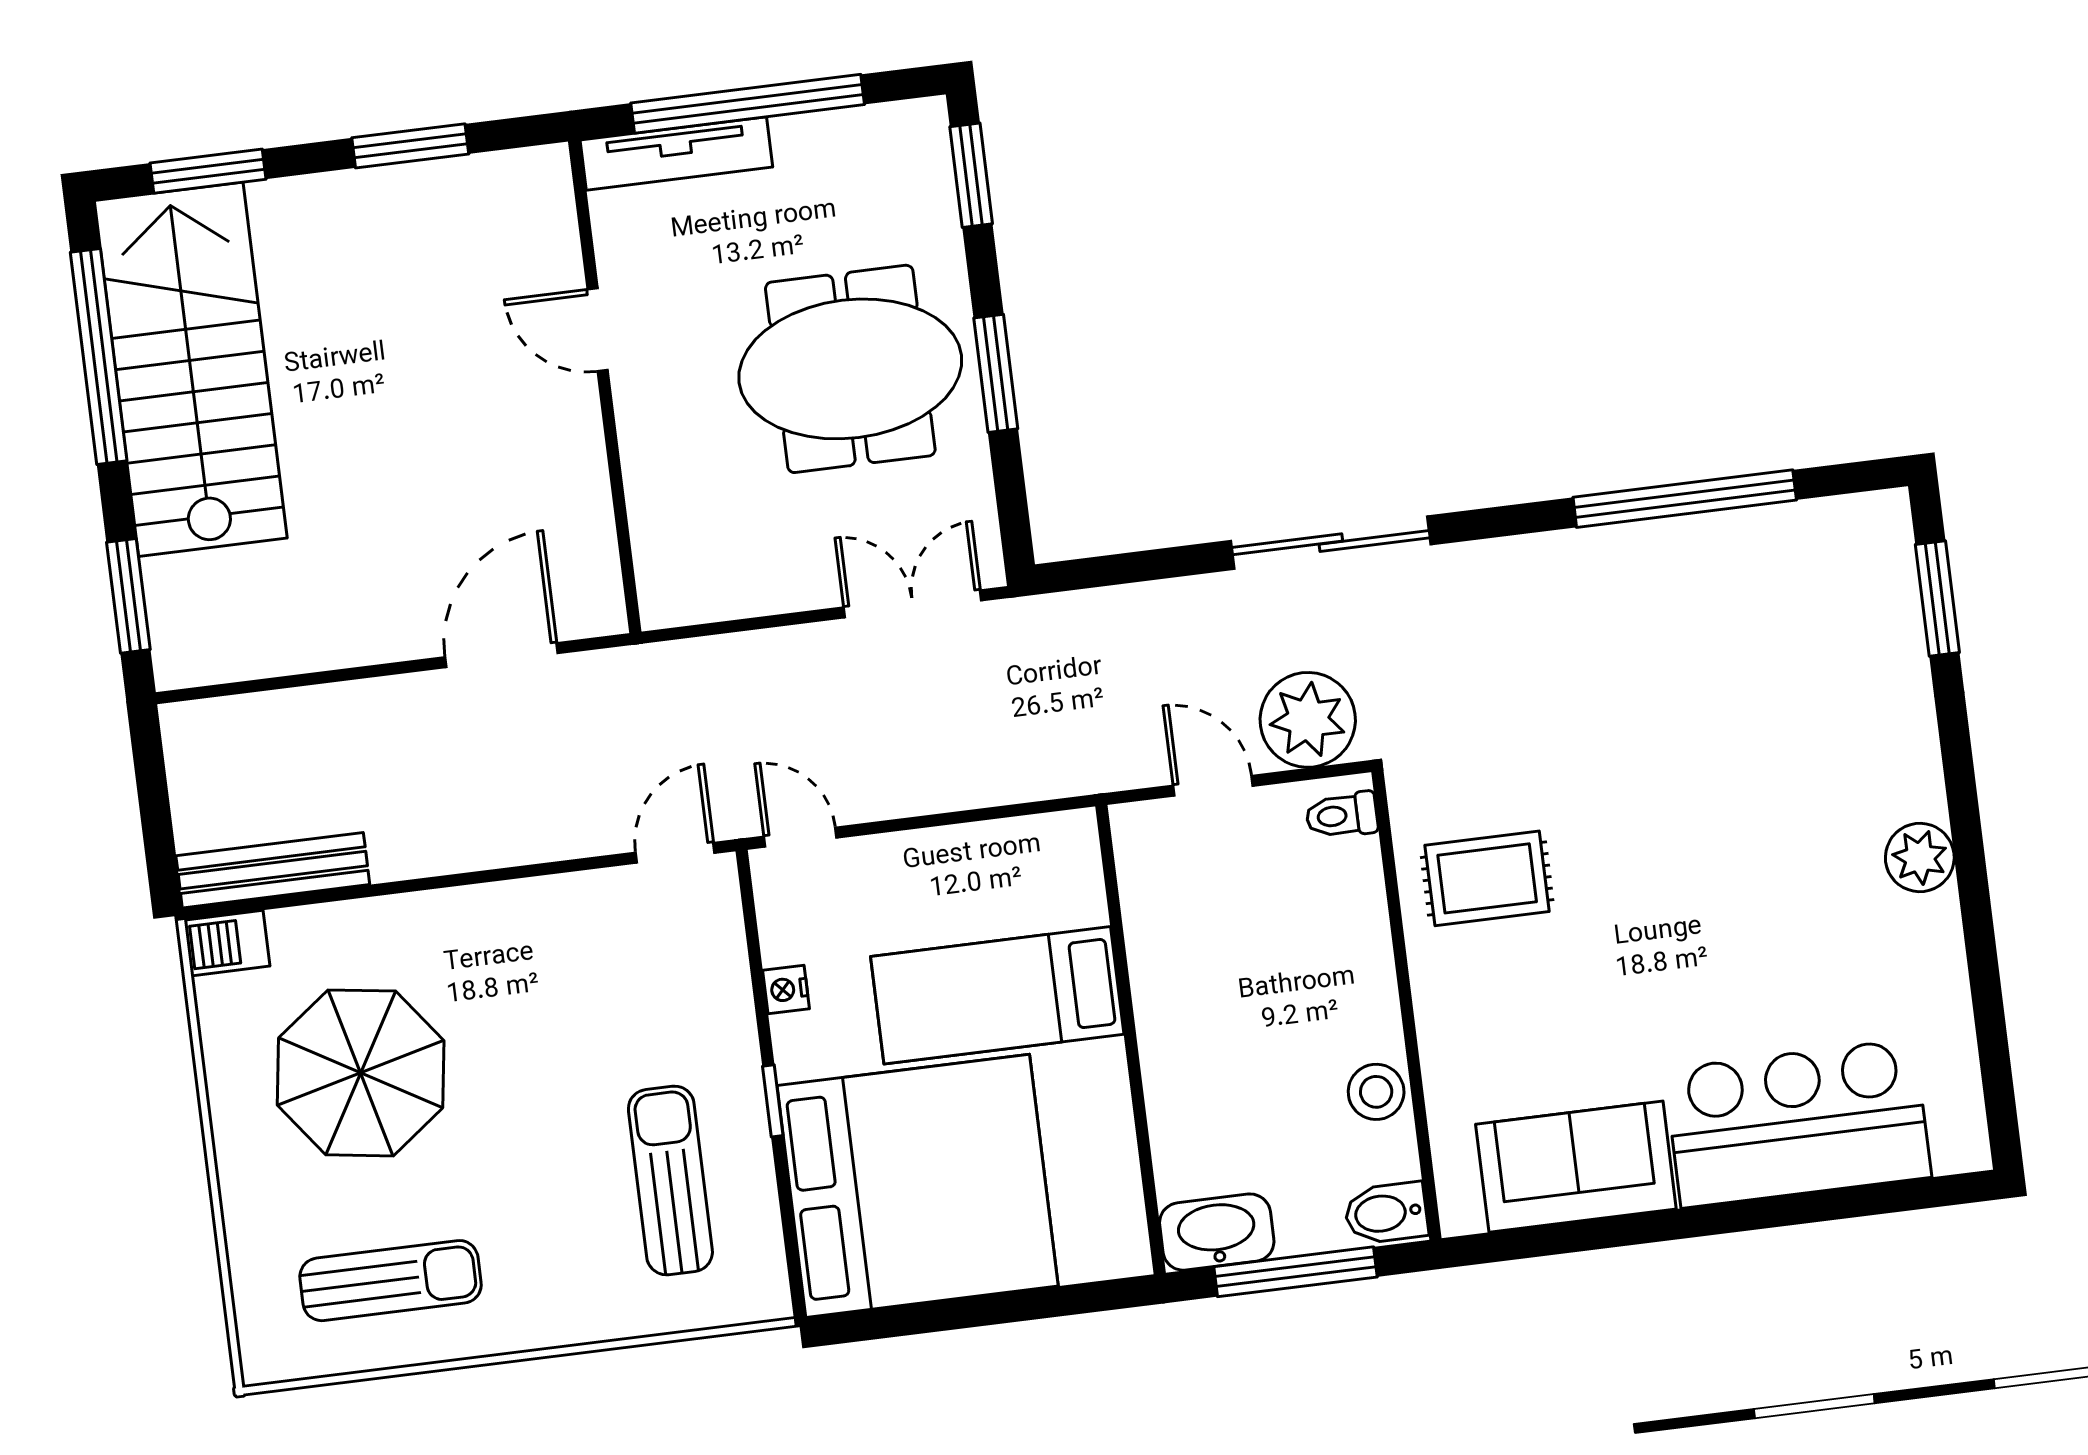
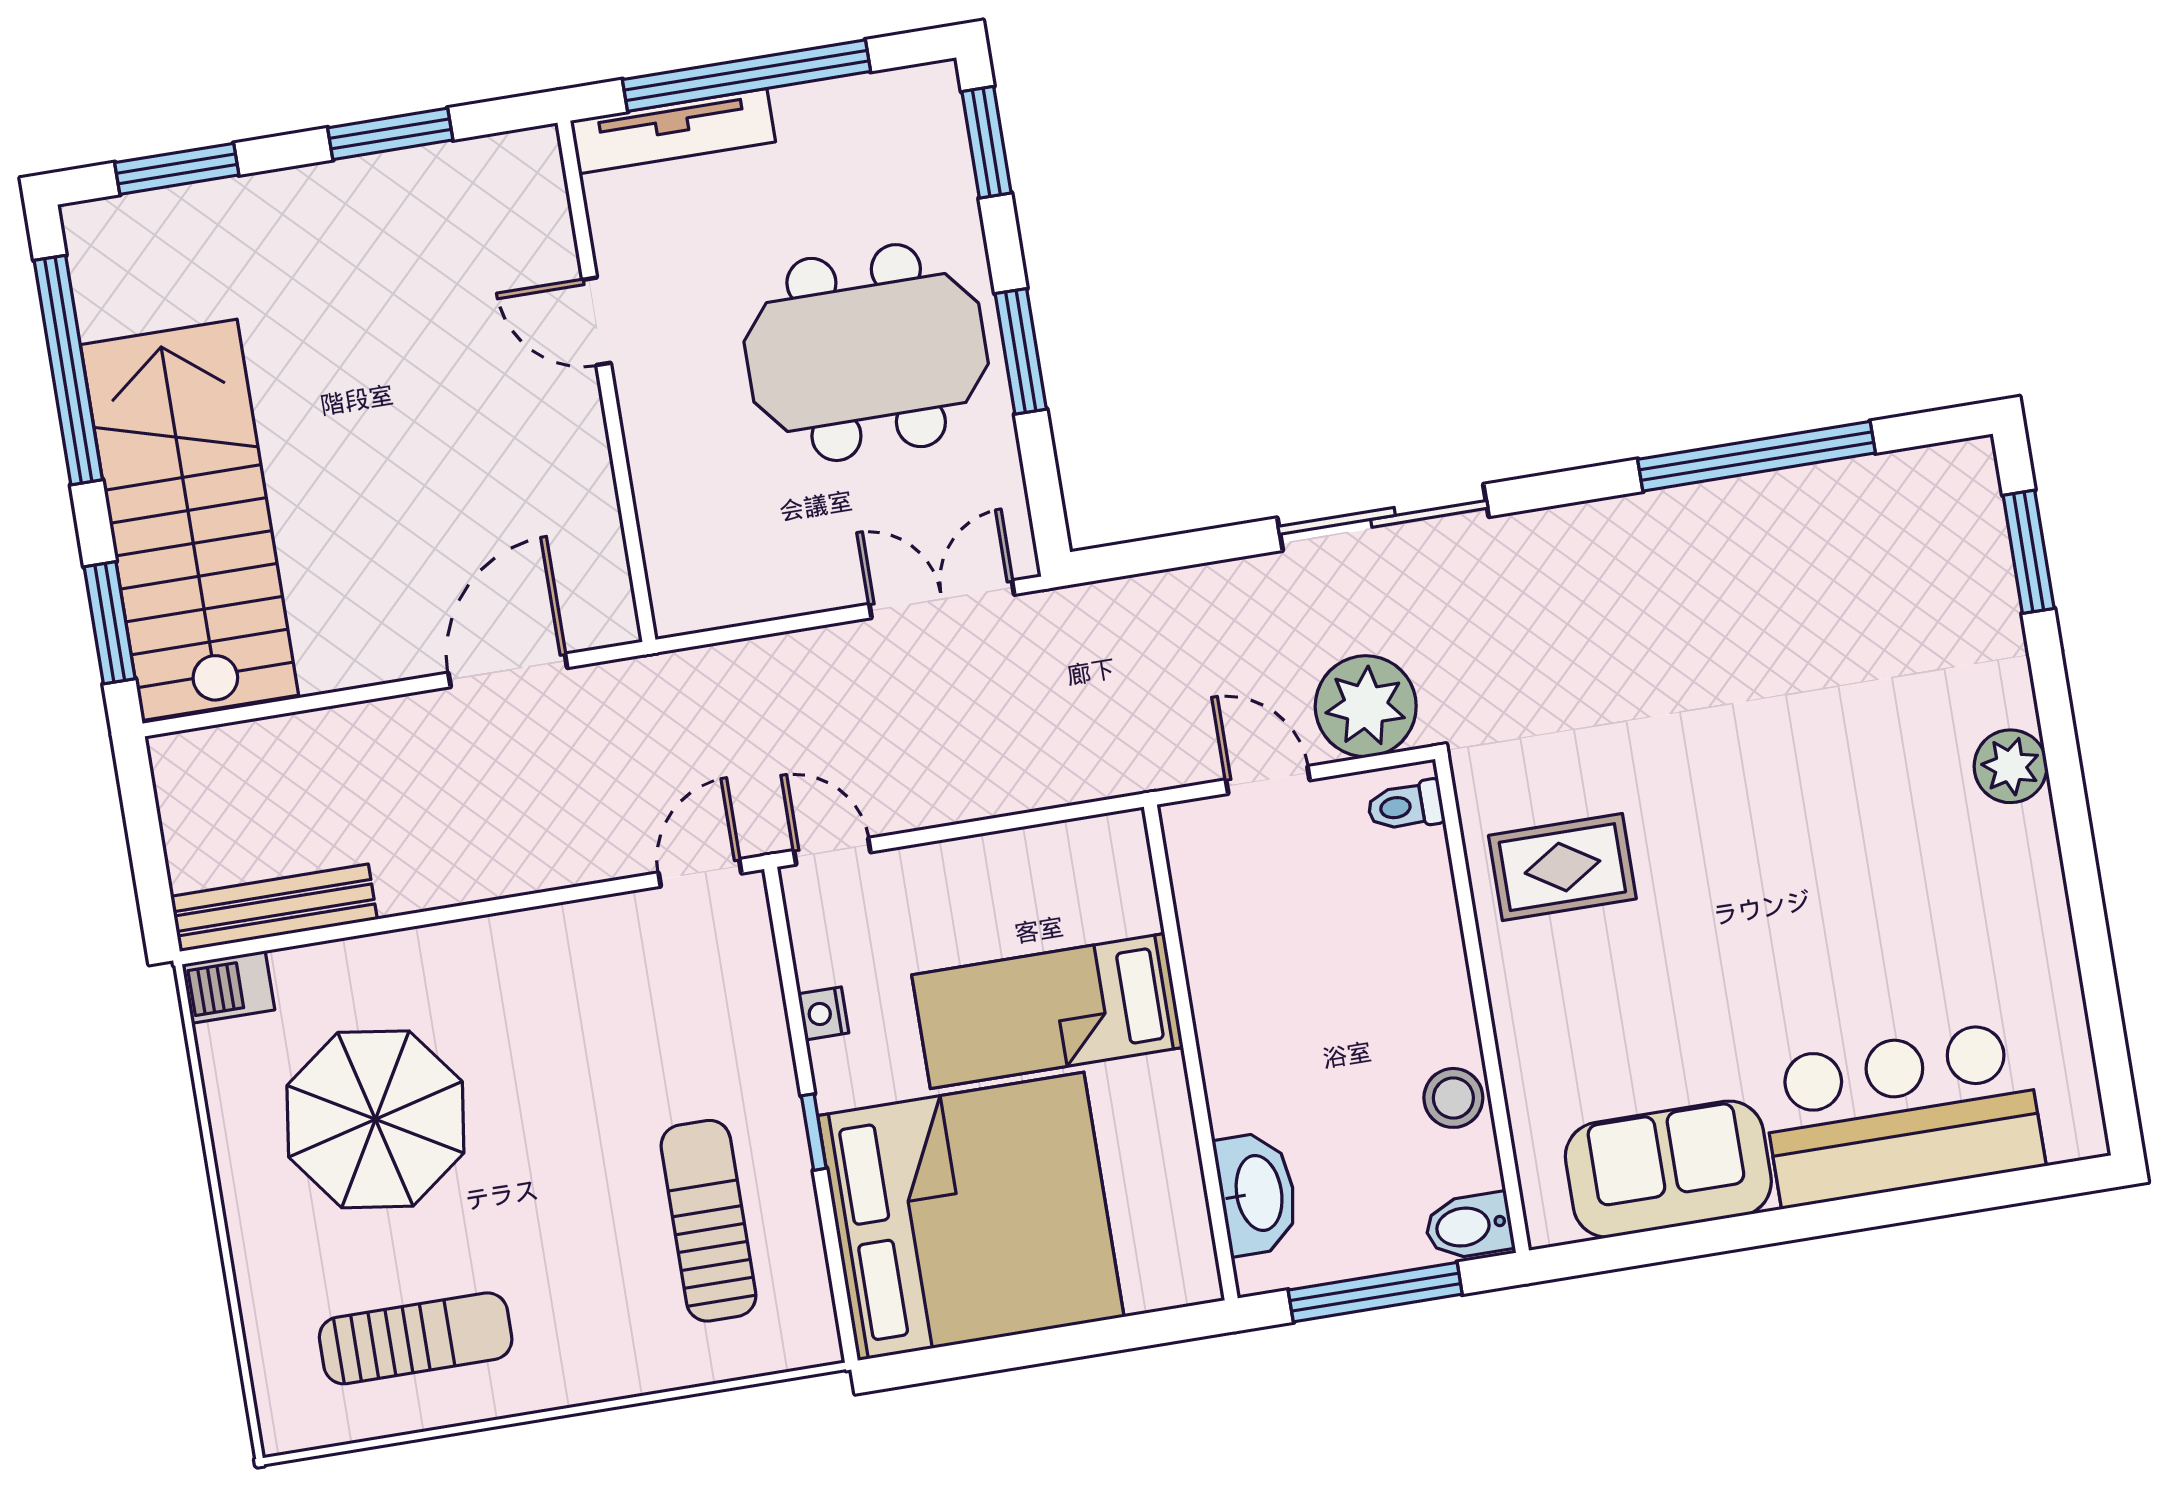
stairs: (191, 369) -> (189, 520), moved
plant: (1920, 857) -> (2011, 766), moved
washbasin: (1217, 1232) -> (1257, 1193), moved, turned 90

